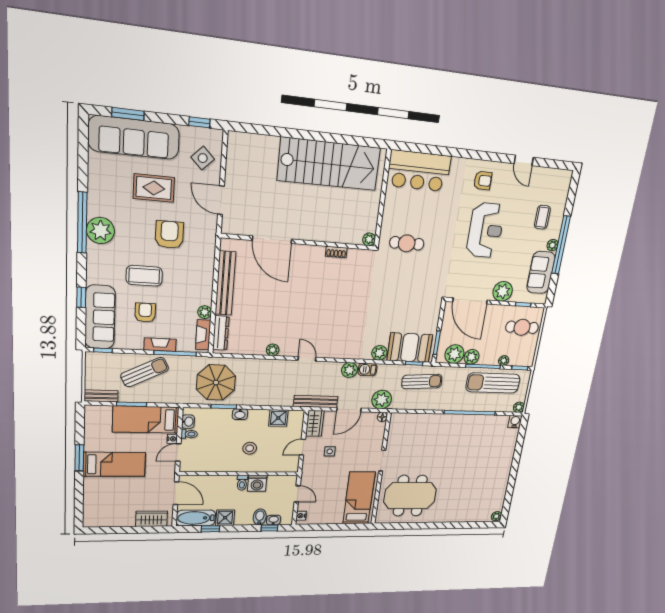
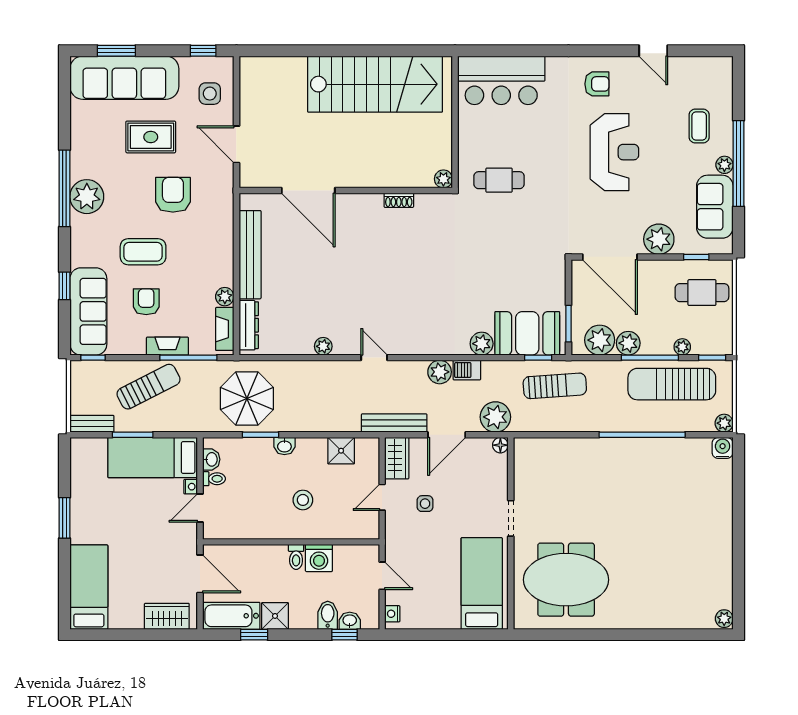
side table: (203, 158) -> (210, 94), turned 45
bed: (114, 464) -> (89, 587), moved, turned -90

